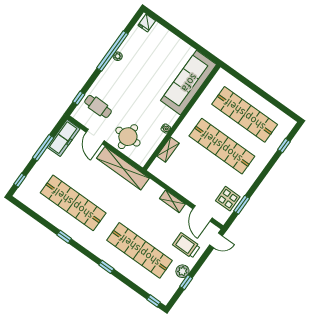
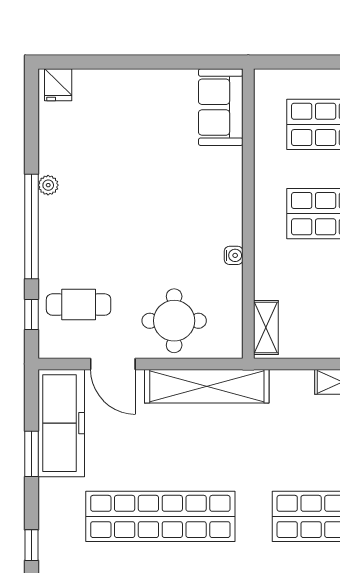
window: (112, 51) -> (31, 226), moved
sofa: (189, 83) -> (221, 107), width x0.54, depth x0.79
freezer: (64, 138) -> (61, 423), width x1.36, depth x1.26
window: (43, 148) -> (31, 454), width x0.69
shelving: (168, 150) -> (266, 327), moved

